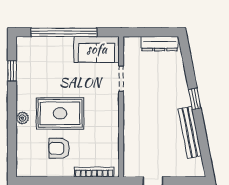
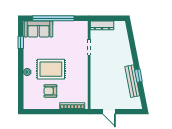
dresser: (160, 44) -> (102, 25), moved
sofa: (97, 49) -> (39, 29), moved
window: (195, 99) -> (138, 76), moved

